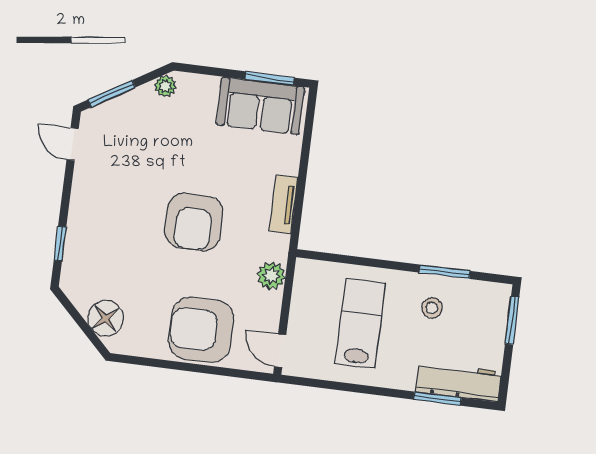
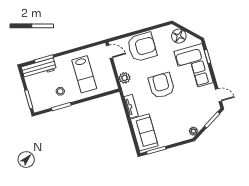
sofa: (260, 106) -> (144, 132), moved, turned 90
corner sofa: (102, 233) -> (194, 67), added

